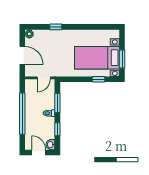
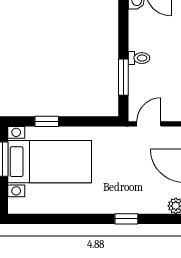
window: (57, 129) -> (123, 28), removed

